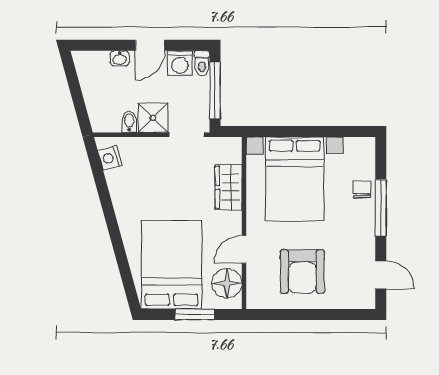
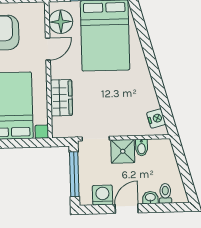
toilet: (202, 63) -> (165, 193), moved

